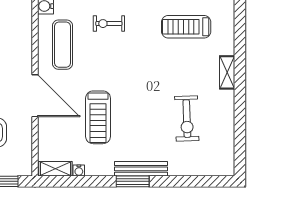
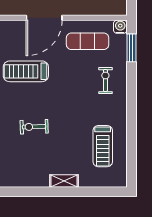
treadmill: (186, 27) -> (103, 146), turned 180
exercise bike: (187, 119) -> (34, 127), moved, width x0.73, depth x0.72

